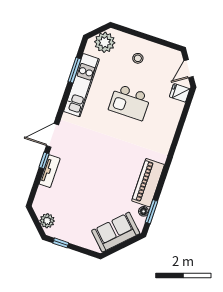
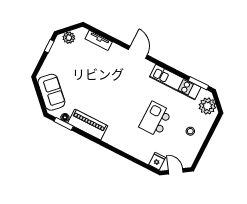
window: (74, 70) -> (198, 83), moved
window: (44, 161) -> (118, 42), removed
tv unit: (50, 171) -> (99, 40), moved

